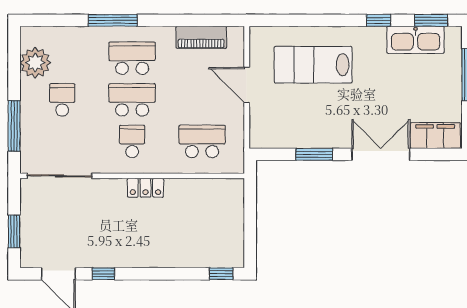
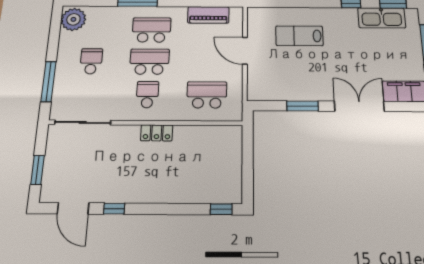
plant: (35, 63) -> (73, 19), moved
lab bench: (313, 65) -> (299, 36), width x0.73, depth x0.72

